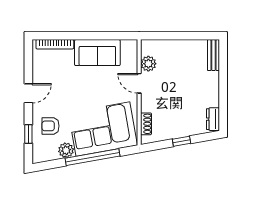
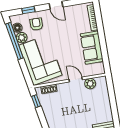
door: (139, 83) -> (76, 80), hinge flipped
window: (182, 141) -> (36, 101), moved
floor lamp: (51, 154) -> (17, 28), added
window: (93, 157) -> (14, 41), moved

